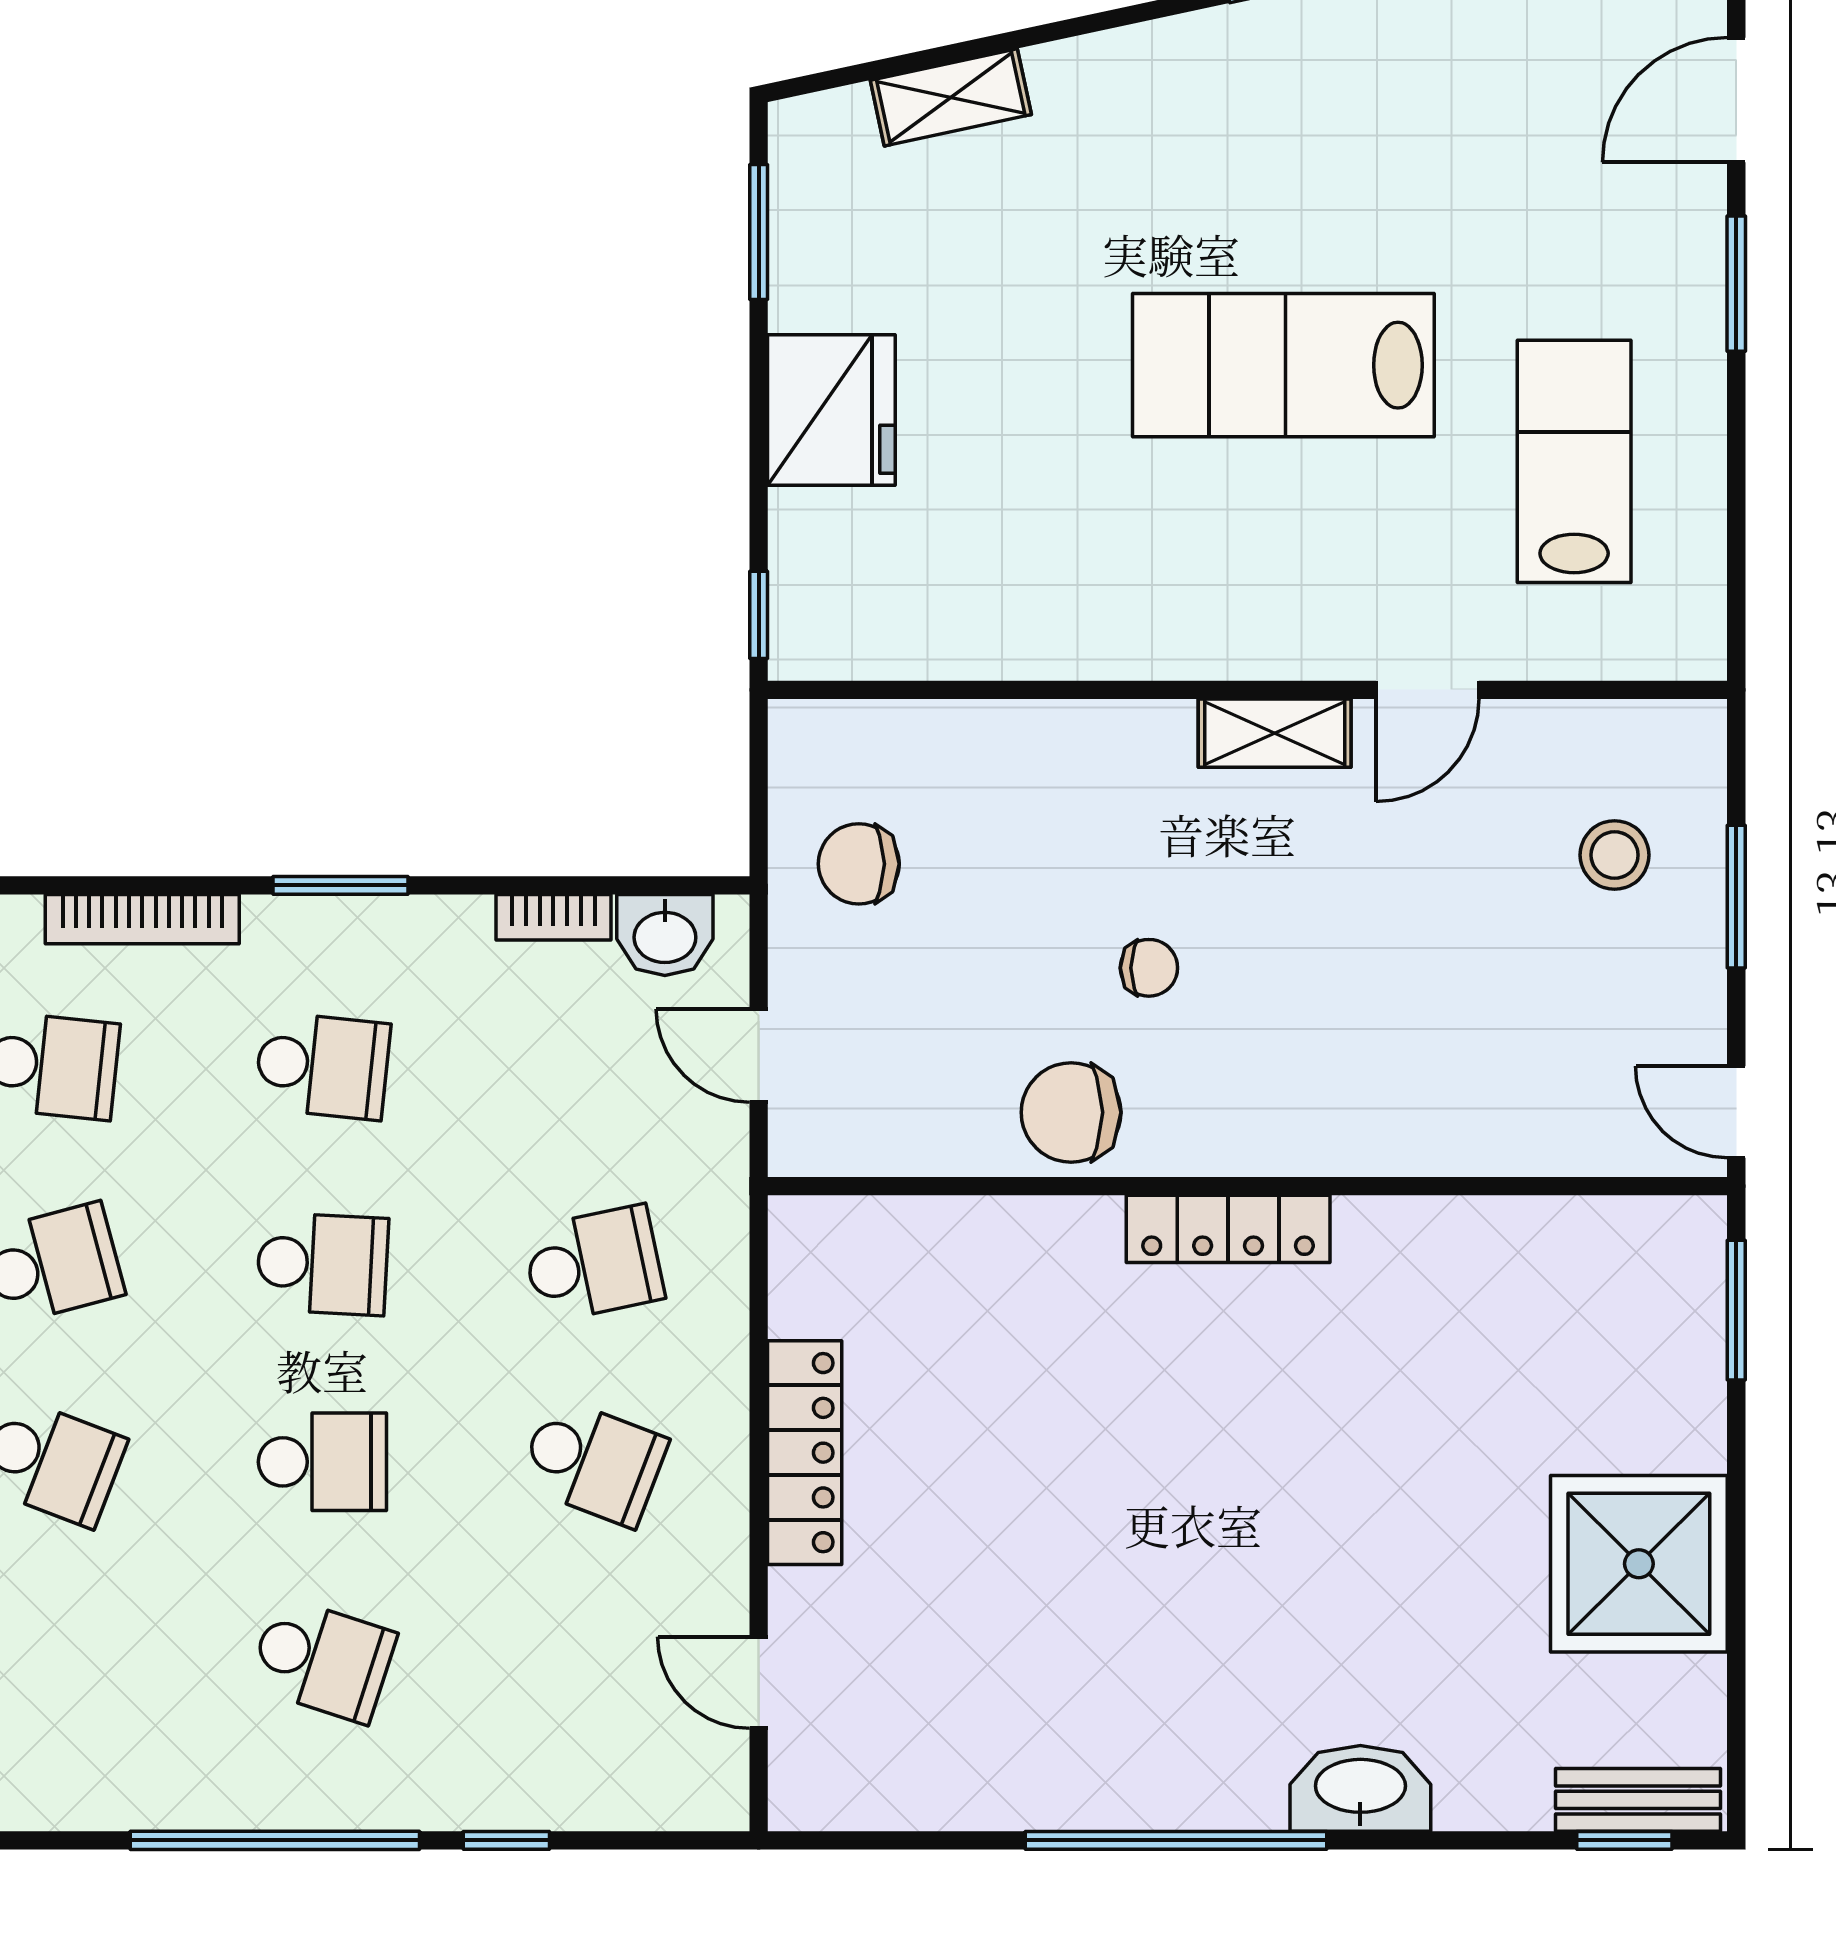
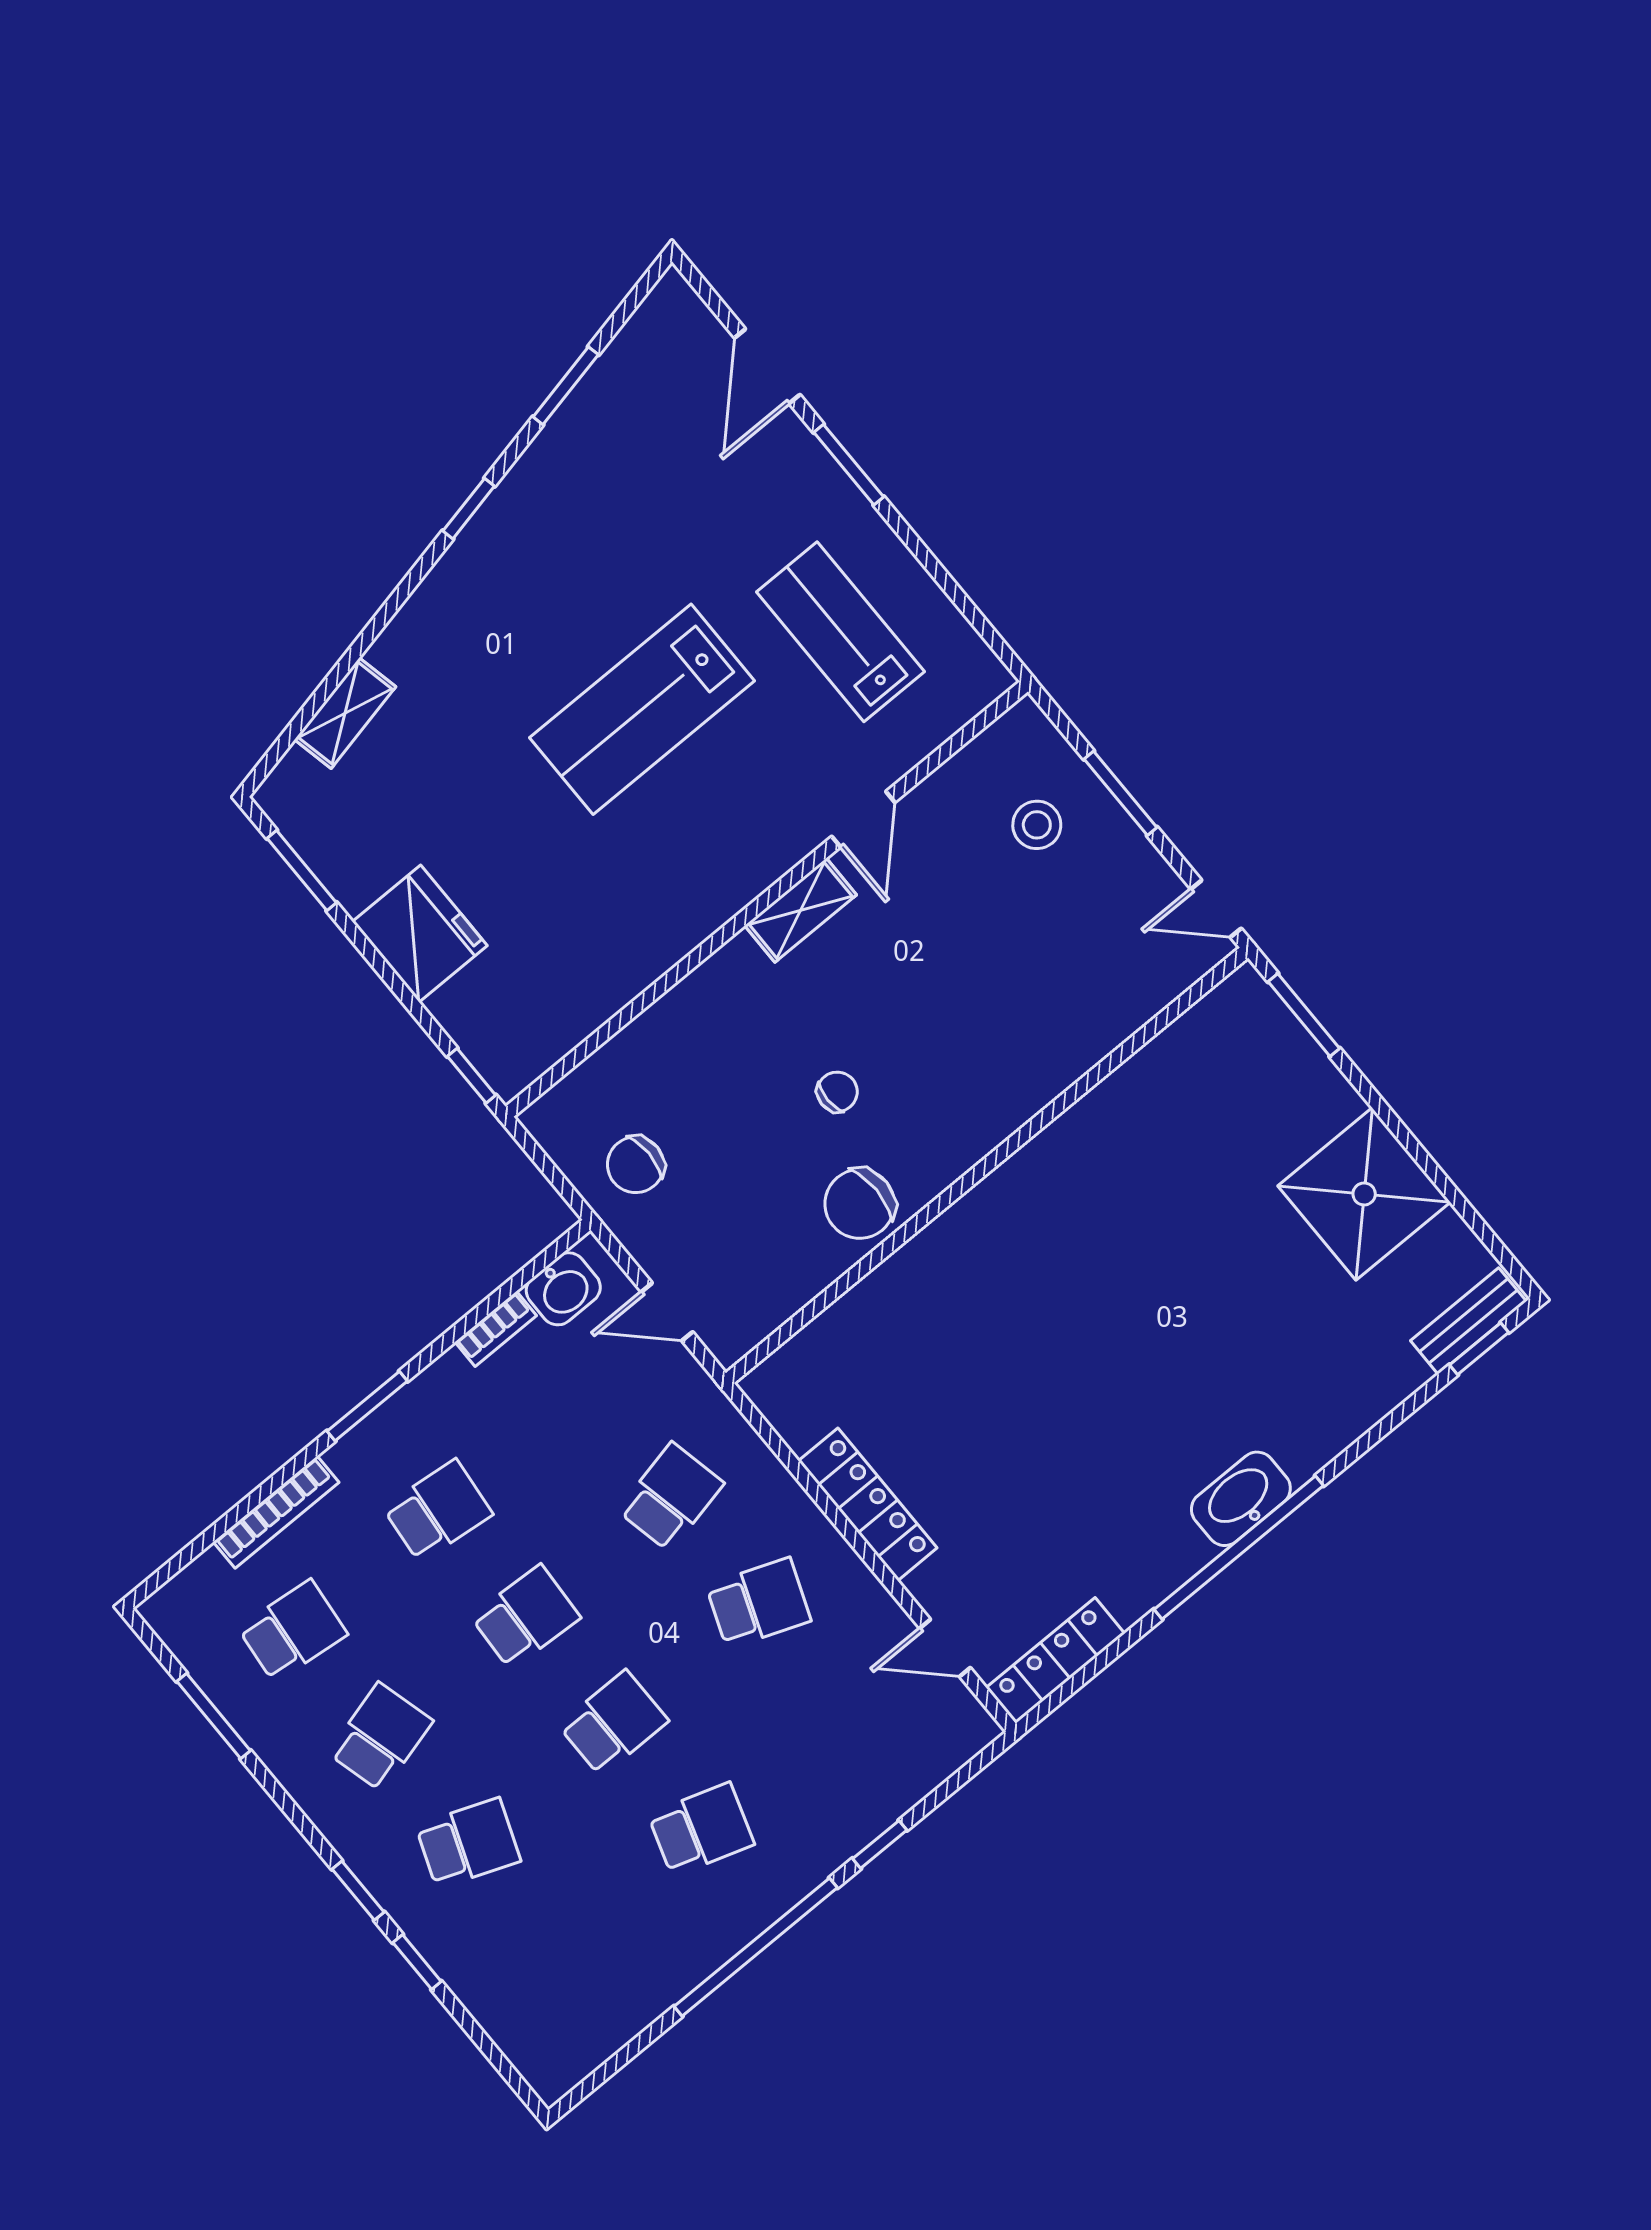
locker: (1228, 1229) -> (1055, 1661), moved, turned 180
washbasin: (1360, 1788) -> (1241, 1499), moved

